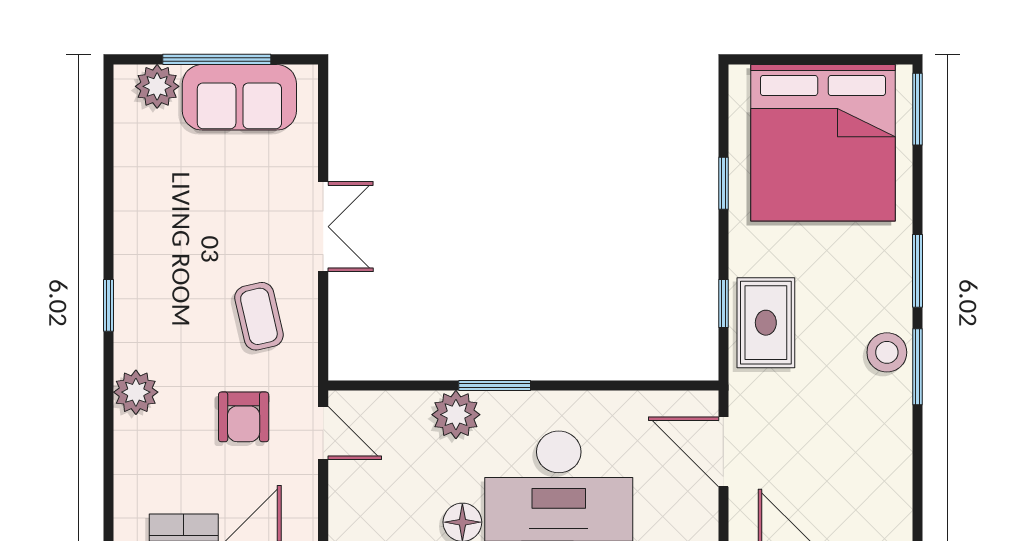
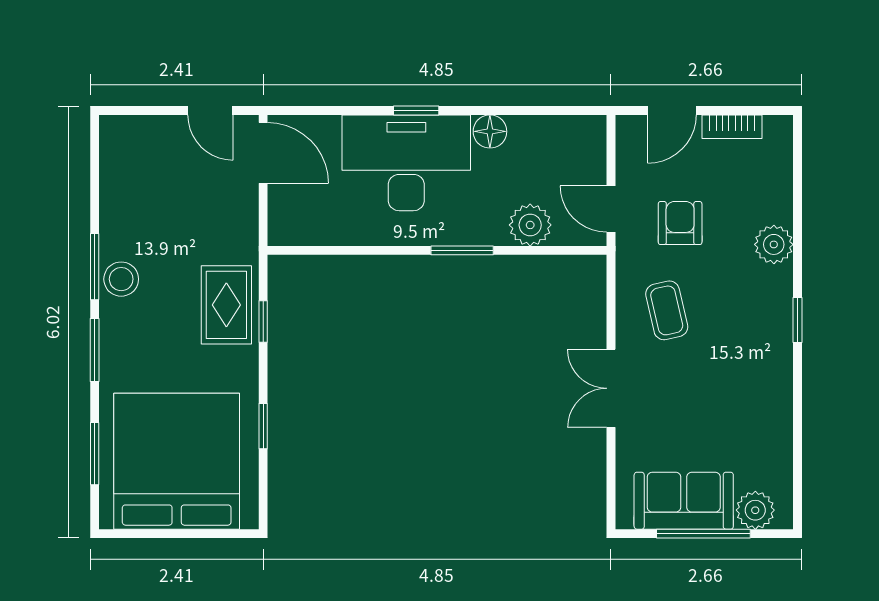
window: (917, 109) -> (95, 454), moved
plant: (456, 415) -> (530, 225), moved
door: (723, 452) -> (263, 153), moved

